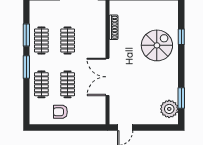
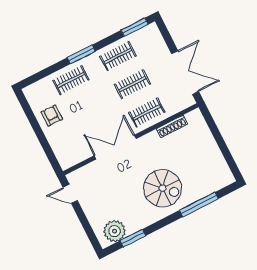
window: (26, 35) -> (134, 27), moved
window: (181, 37) -> (199, 205), width x2.17
spiral stairs: (157, 45) -> (162, 188), moved
clothes rail: (68, 84) -> (147, 112), moved

